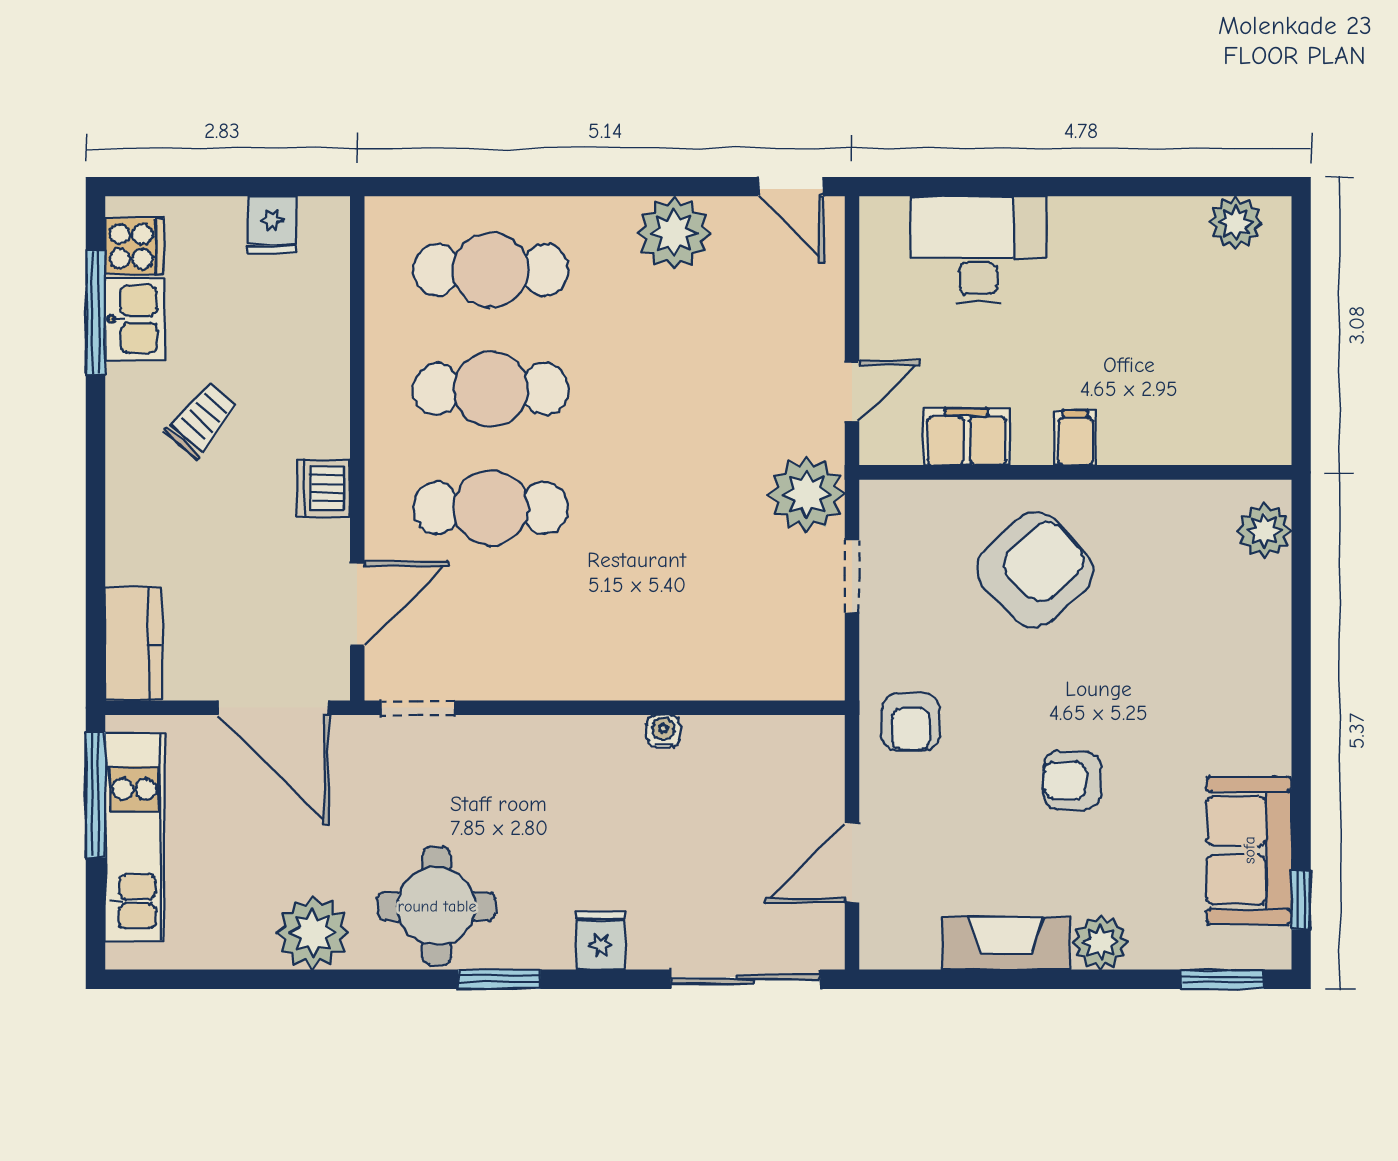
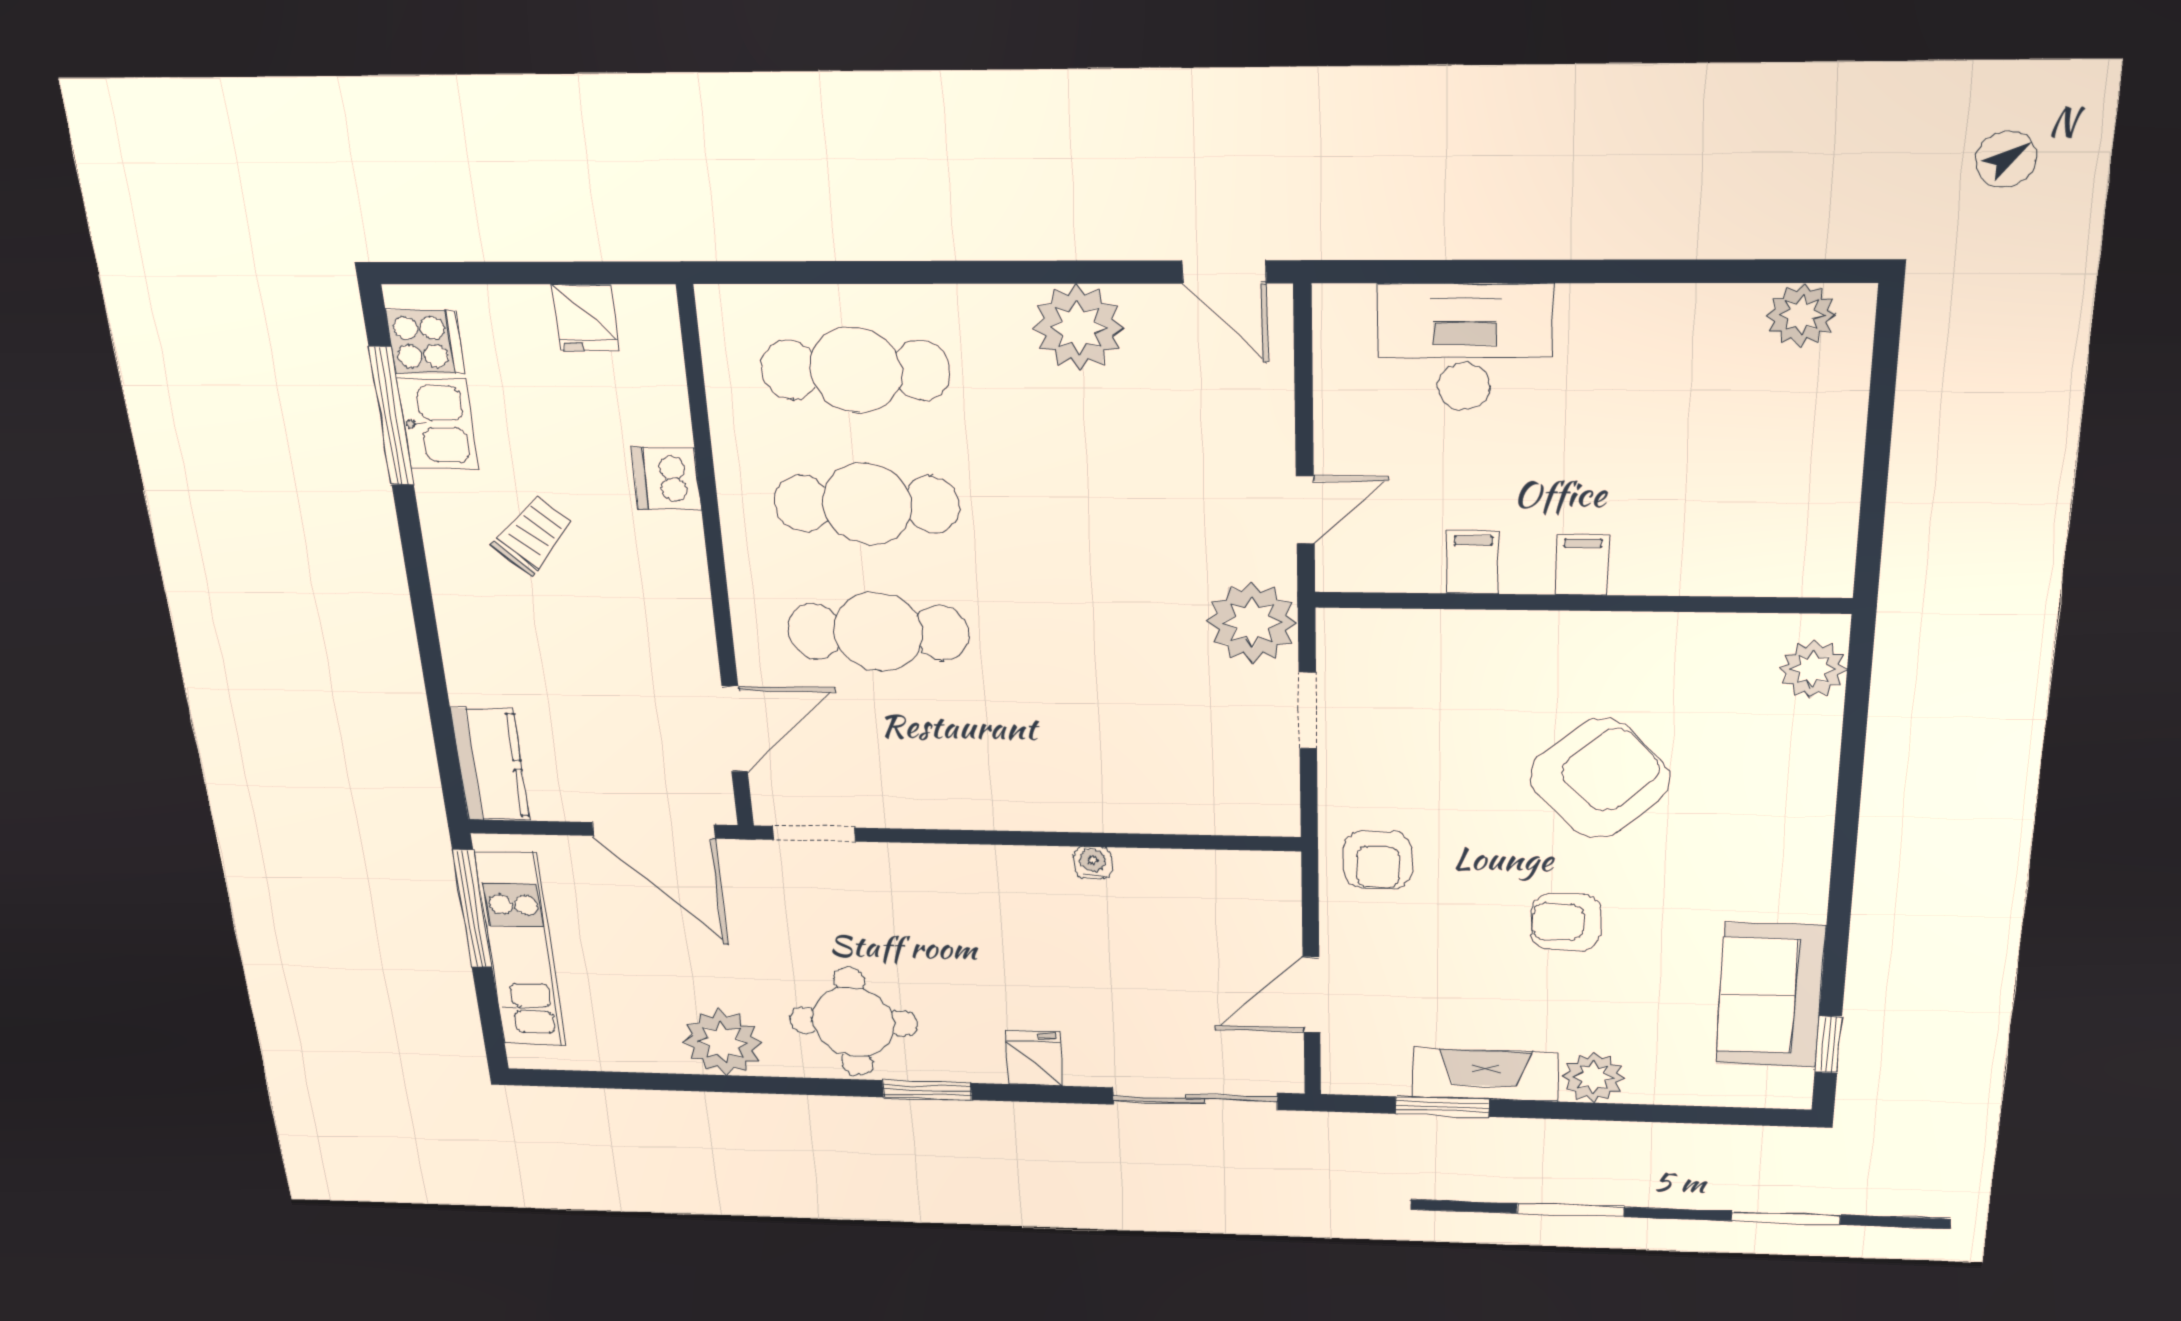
filing cabinet: (967, 437) -> (1473, 562), width x0.50
dishwasher: (323, 488) -> (667, 478), moved
armchair: (1035, 570) -> (1600, 778), moved
window: (1222, 979) -> (1442, 1107), moved

